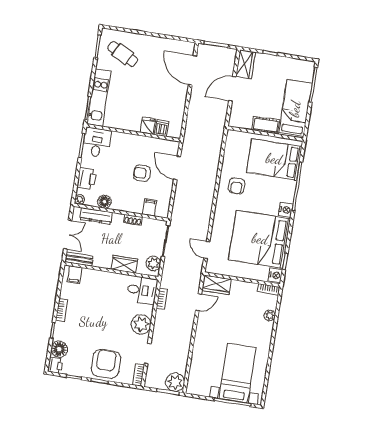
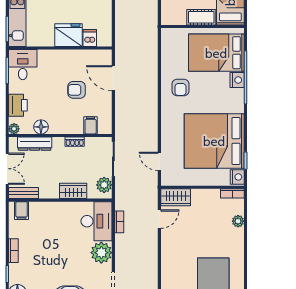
fridge: (148, 126) -> (69, 35), width x1.88, depth x1.34
nightstand: (286, 210) -> (237, 80), moved
desk: (142, 290) -> (97, 221), width x1.37

